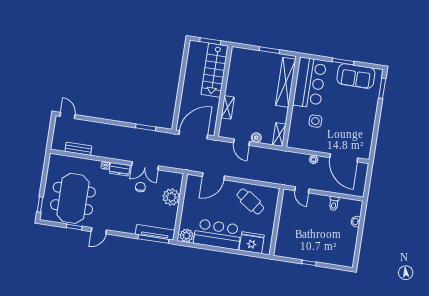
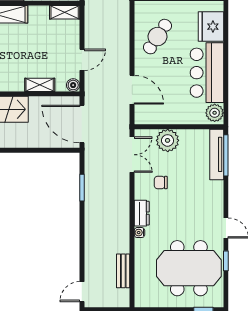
boiler: (256, 138) -> (73, 85), moved
double door: (145, 166) -> (132, 155), moved

